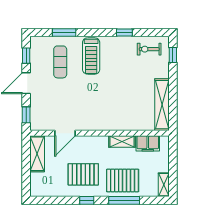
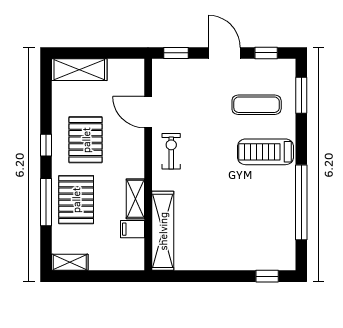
window: (64, 32) -> (301, 95), moved
window: (124, 32) -> (301, 202), width x3.17
exercise bike: (149, 49) -> (171, 151), moved
shelving: (162, 105) -> (163, 231), moved, turned 90
filing cabinet: (148, 143) -> (133, 229), width x0.50
shelving: (37, 154) -> (79, 70), moved

